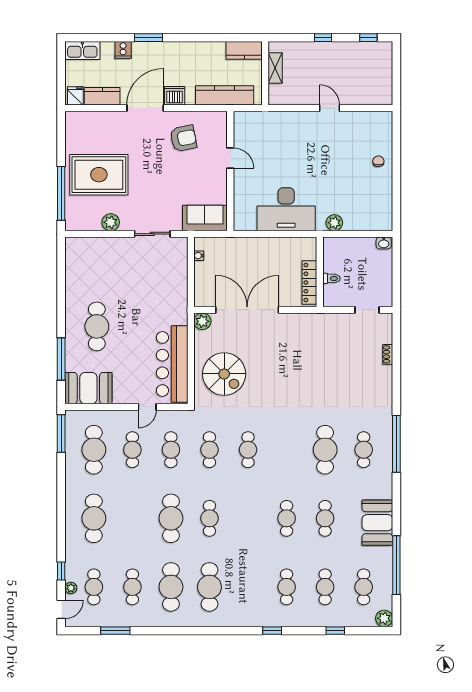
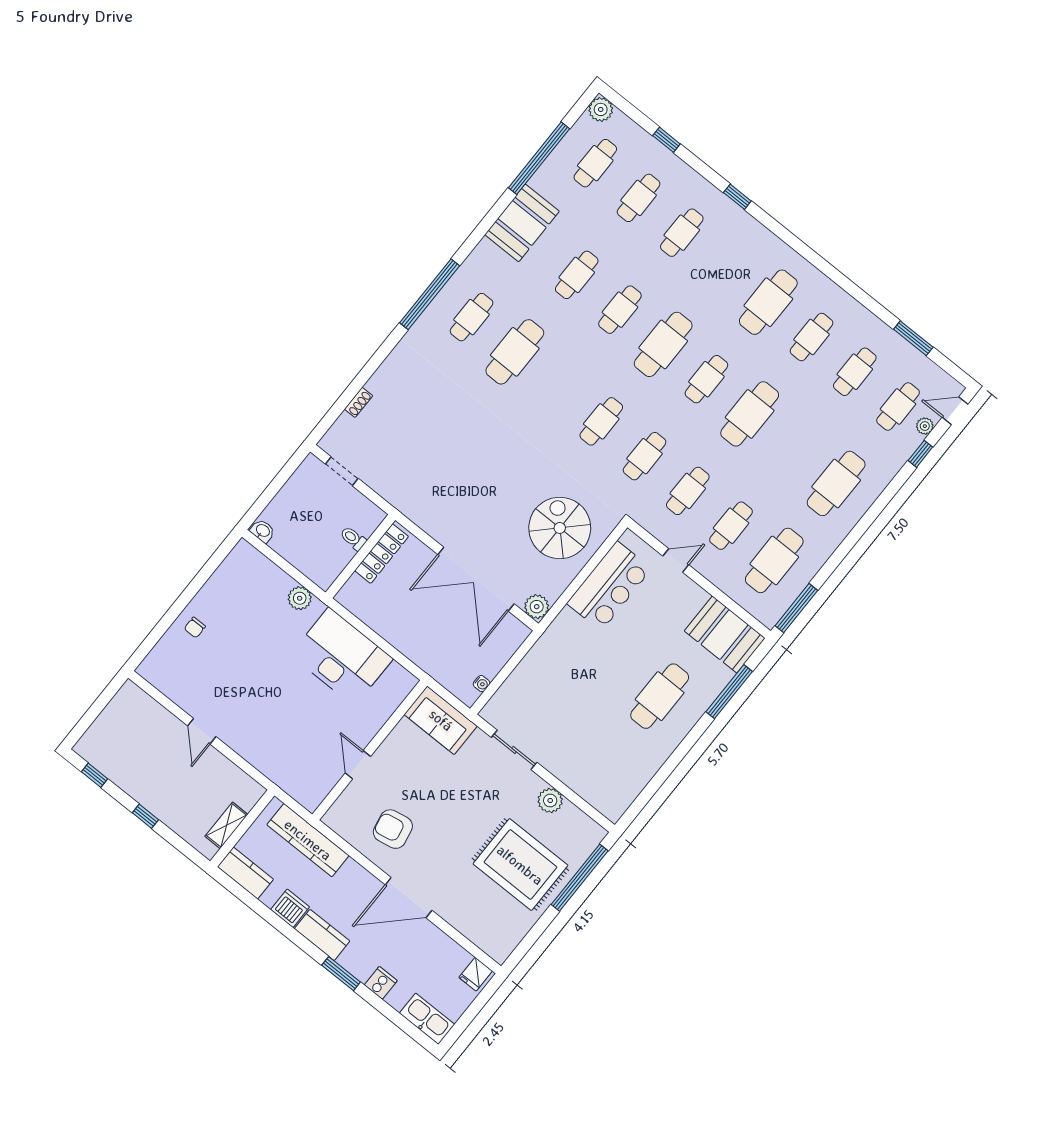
kitchen counter: (102, 96) -> (322, 935), moved, turned 180
dishwasher: (175, 96) -> (290, 908), moved, turned 180
bar counter: (172, 364) -> (609, 586), width x0.73
cafe table: (248, 518) -> (663, 344), added
cafe table: (171, 587) -> (812, 337), width x0.73, depth x0.74

